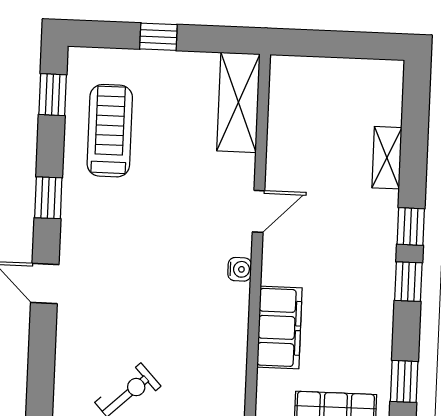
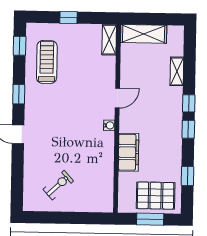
shelving: (318, 76) -> (144, 34), added
shelving: (238, 102) -> (109, 40), width x0.67, depth x0.75

